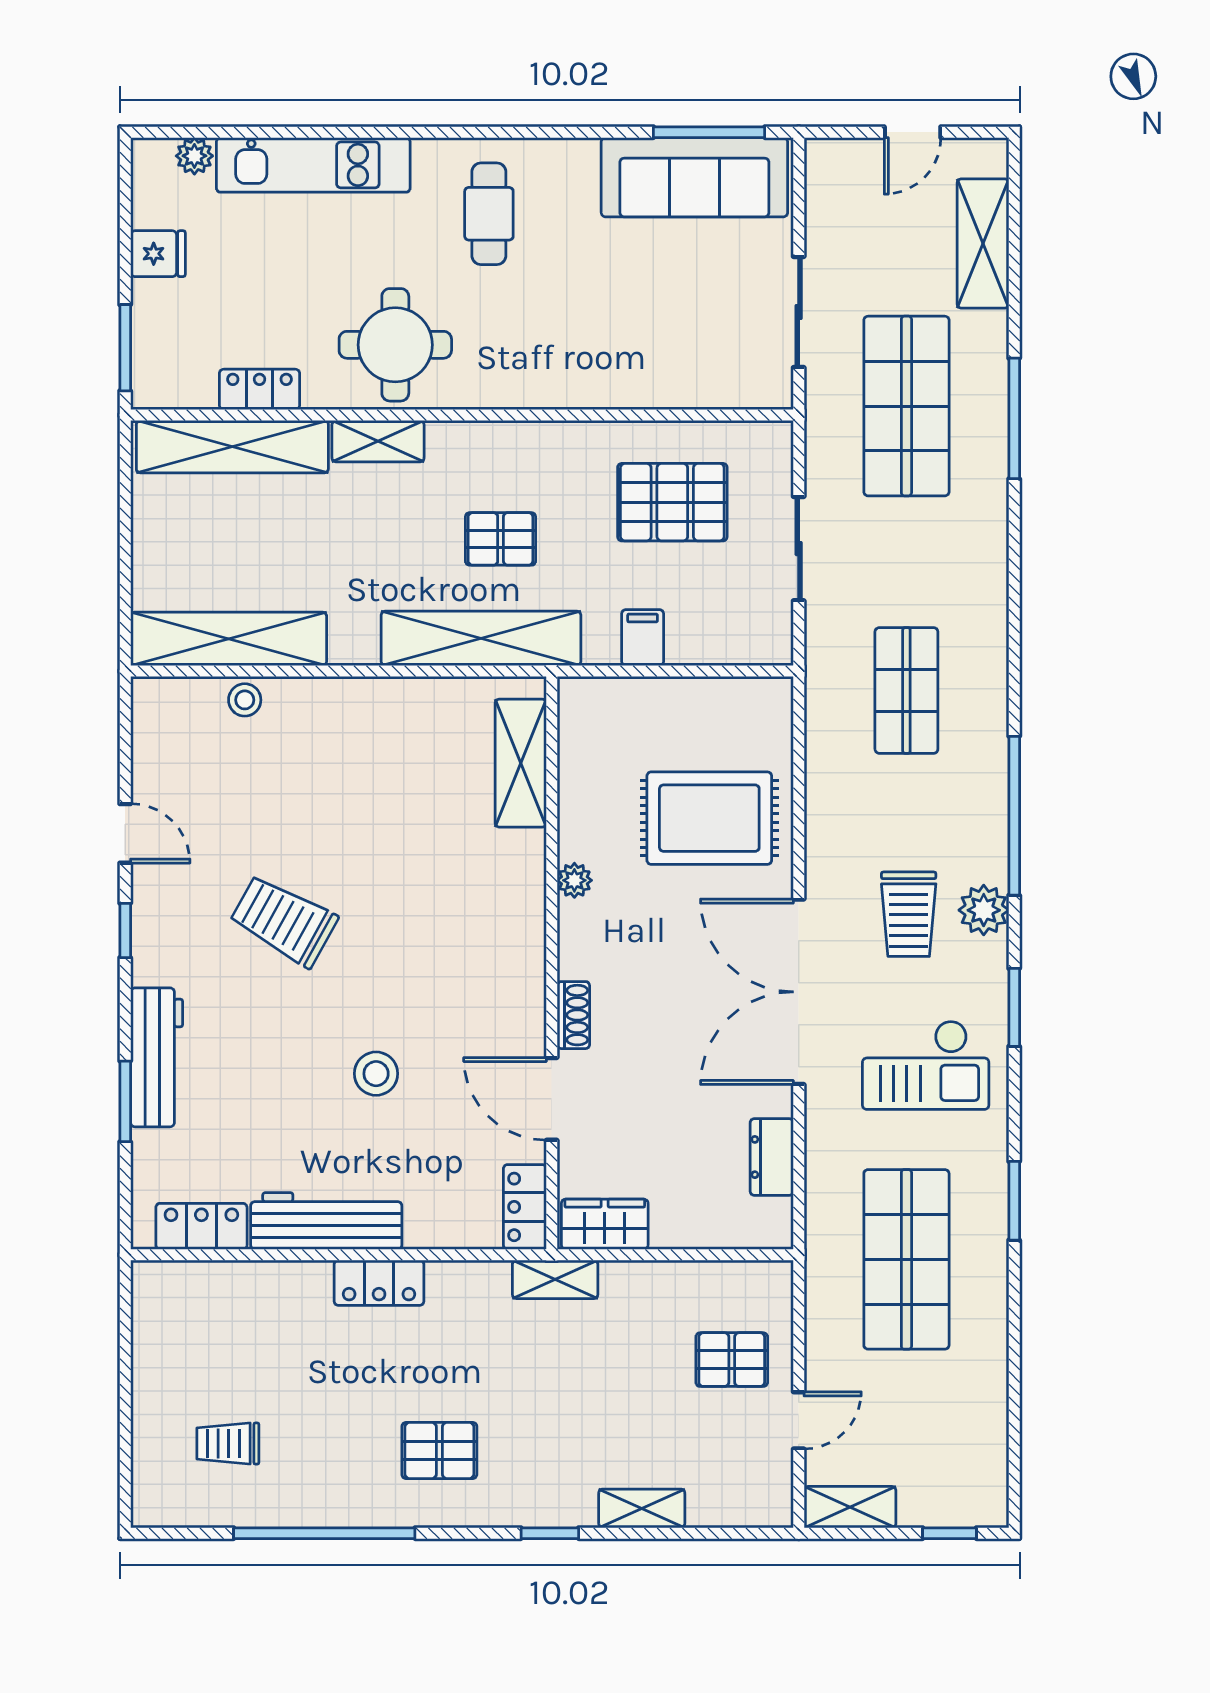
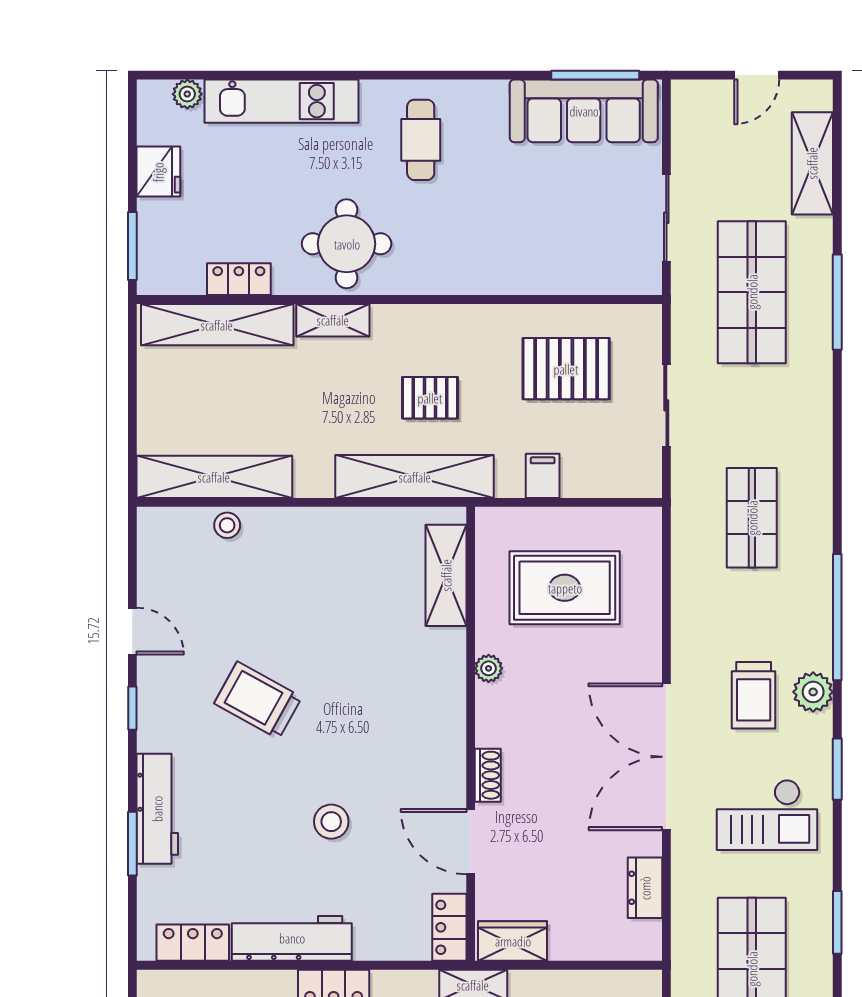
fridge: (158, 254) -> (158, 172), width x1.38
rug: (709, 818) -> (565, 588), moved

